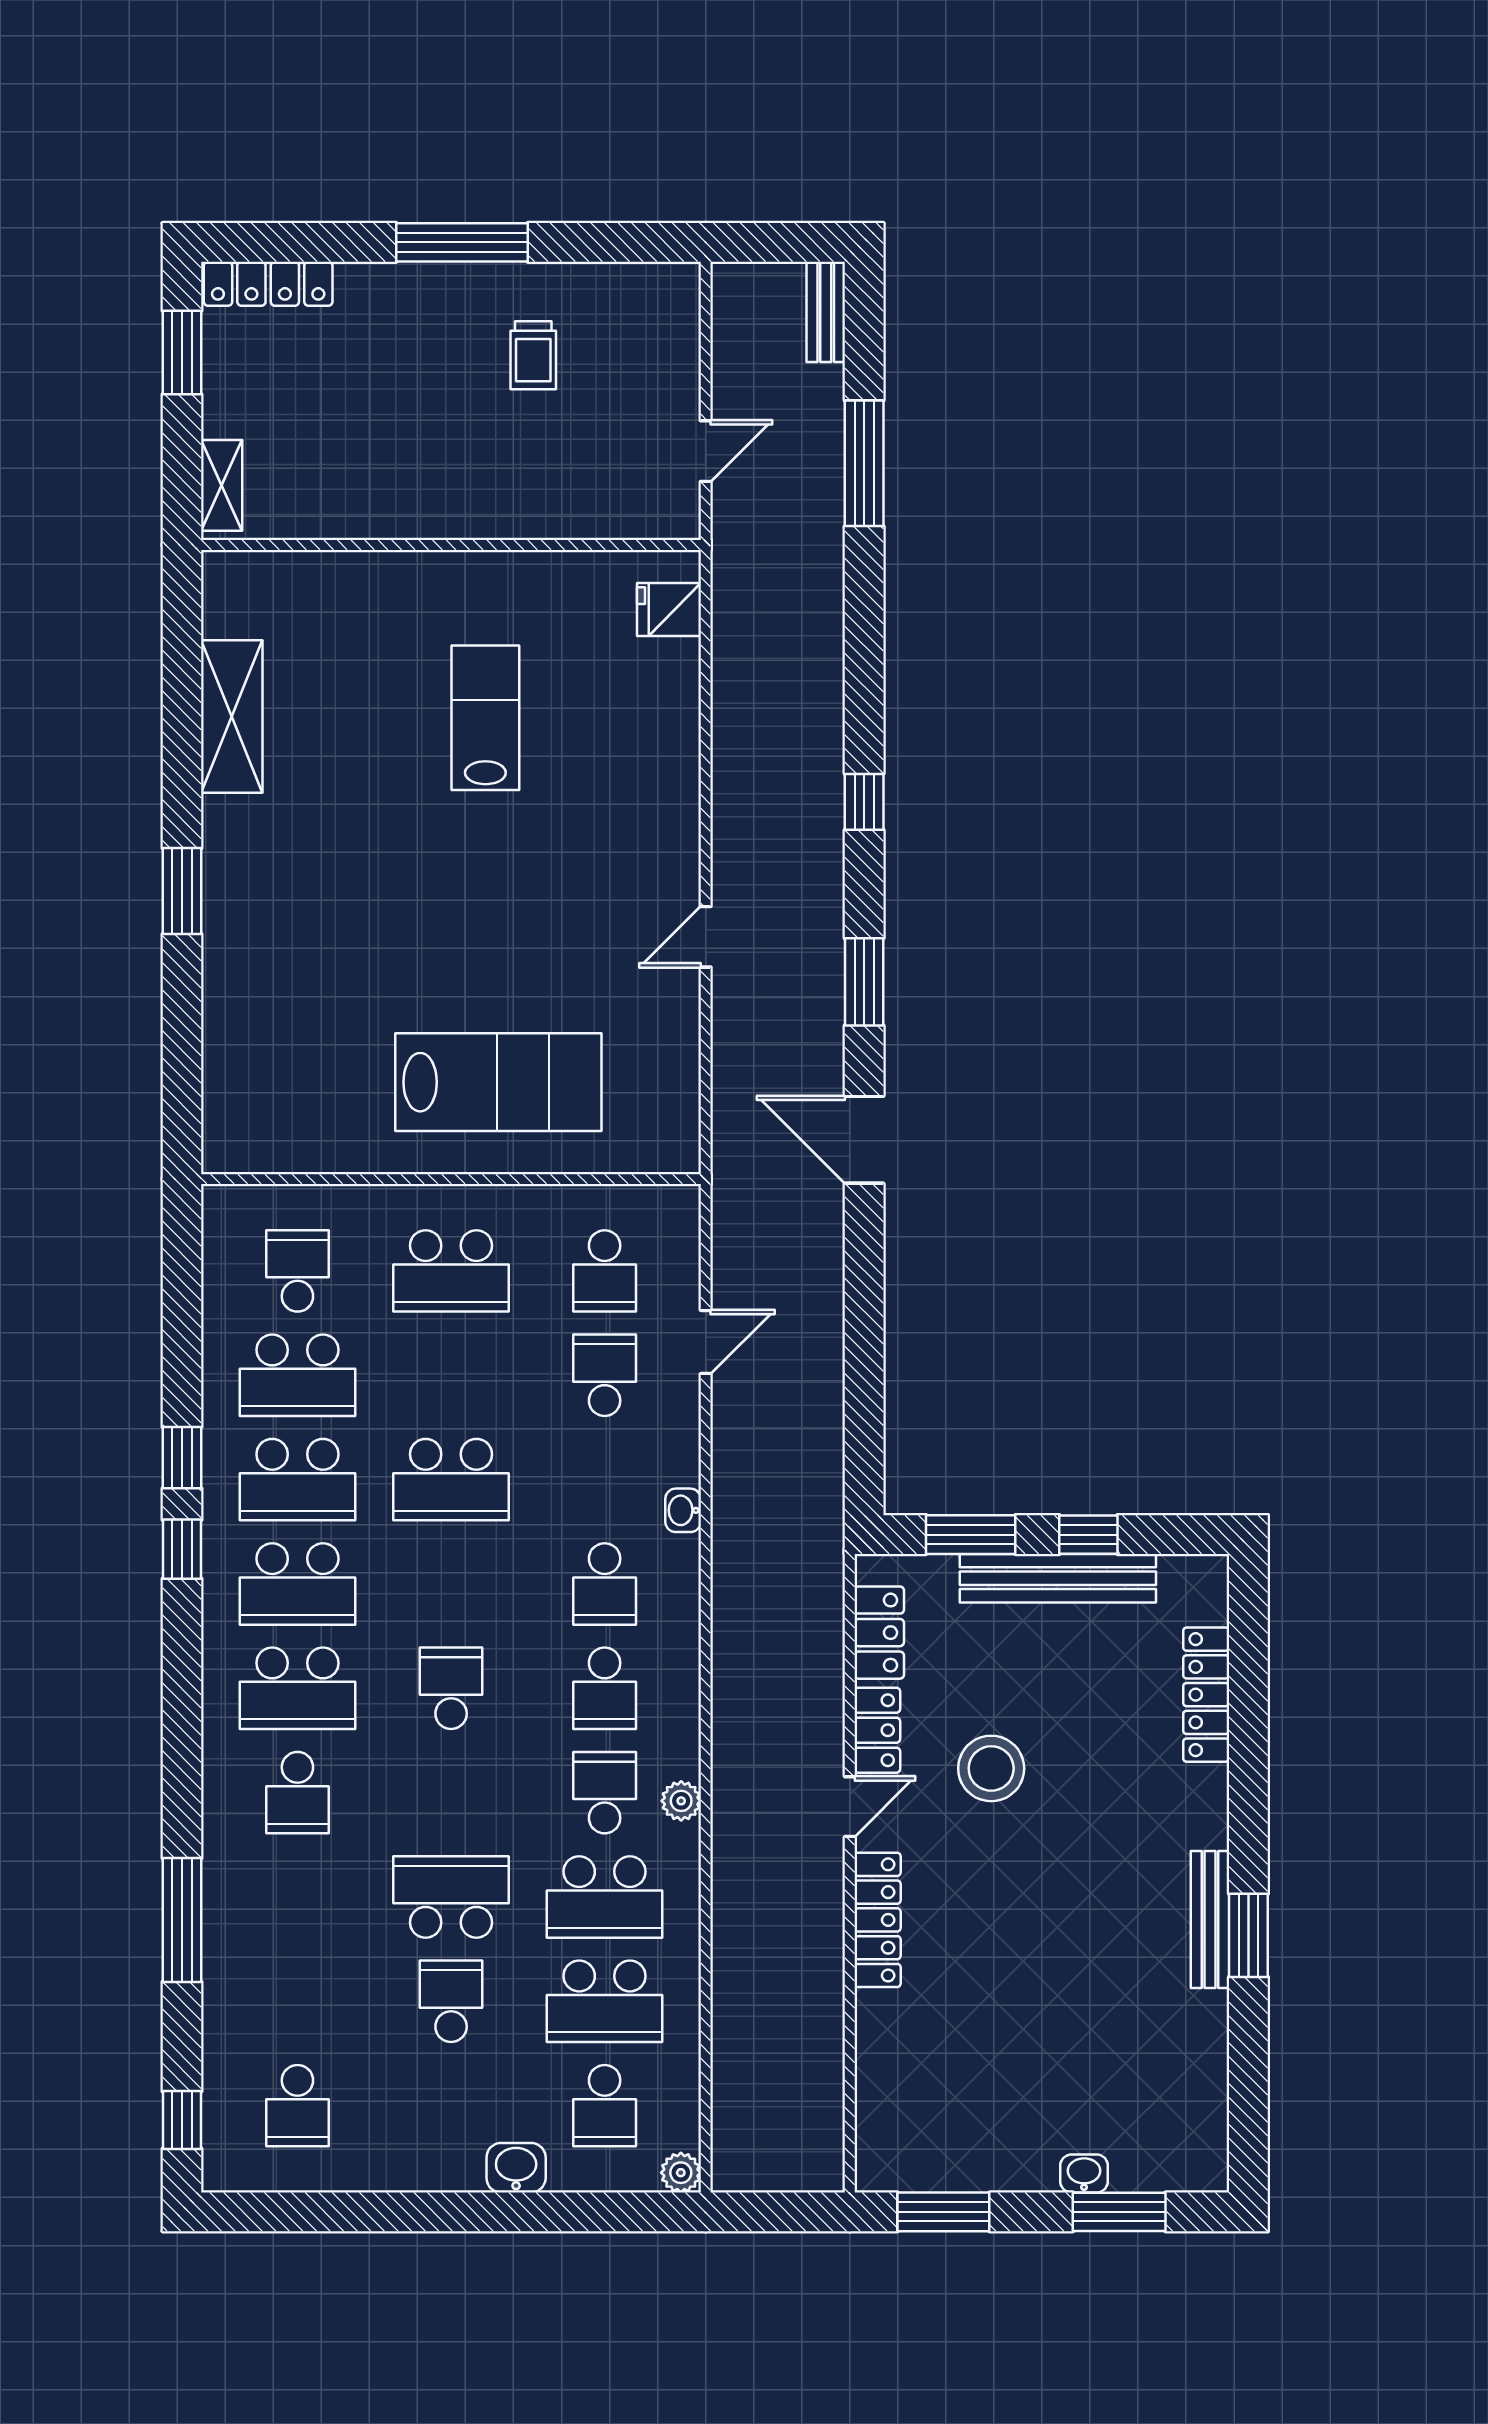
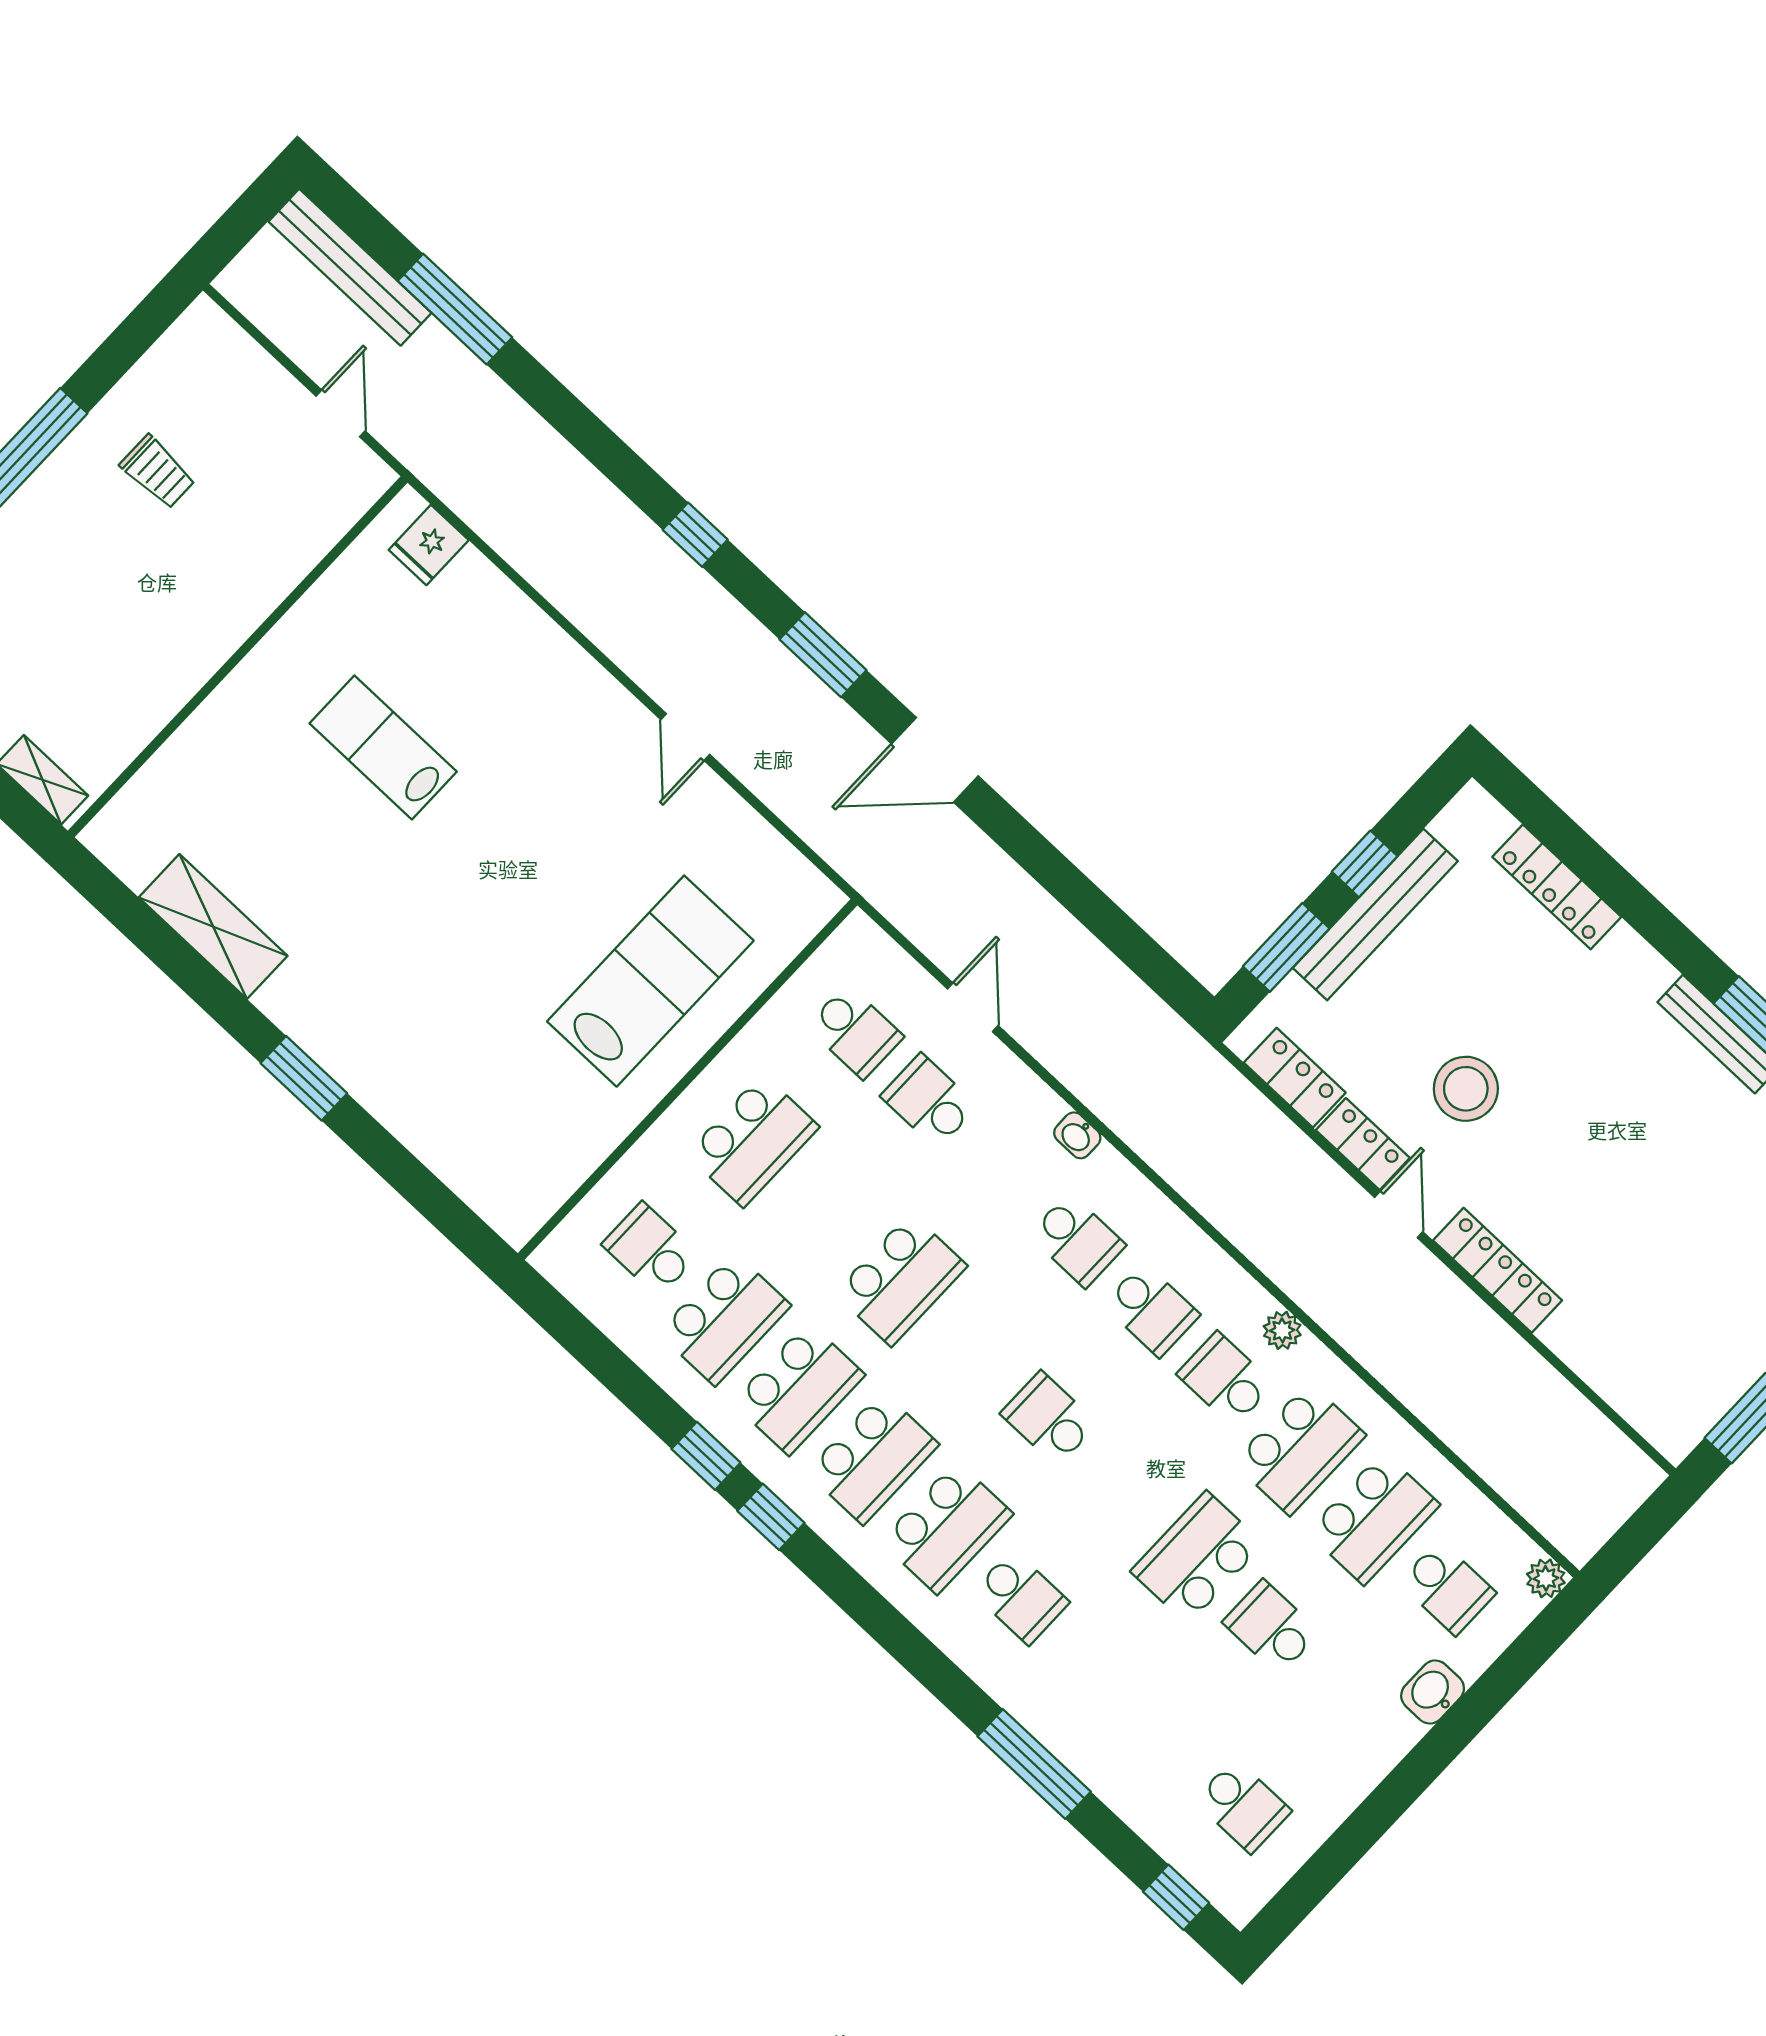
bench: (826, 312) -> (350, 267), width x1.86, depth x1.21

